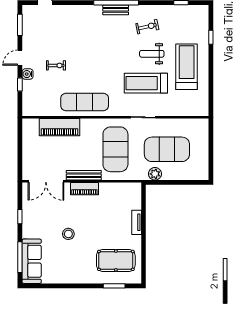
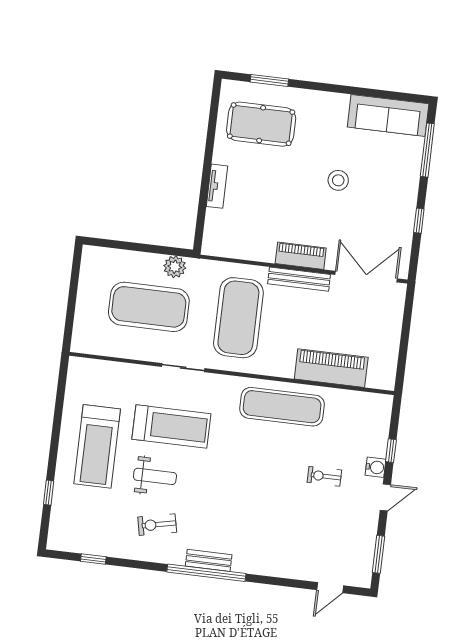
sofa: (32, 261) -> (388, 115), moved, turned -90

